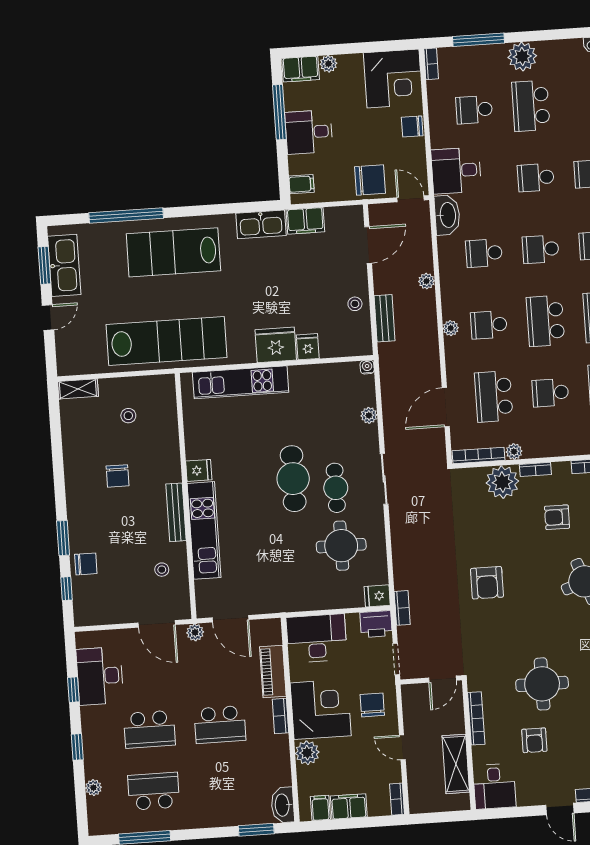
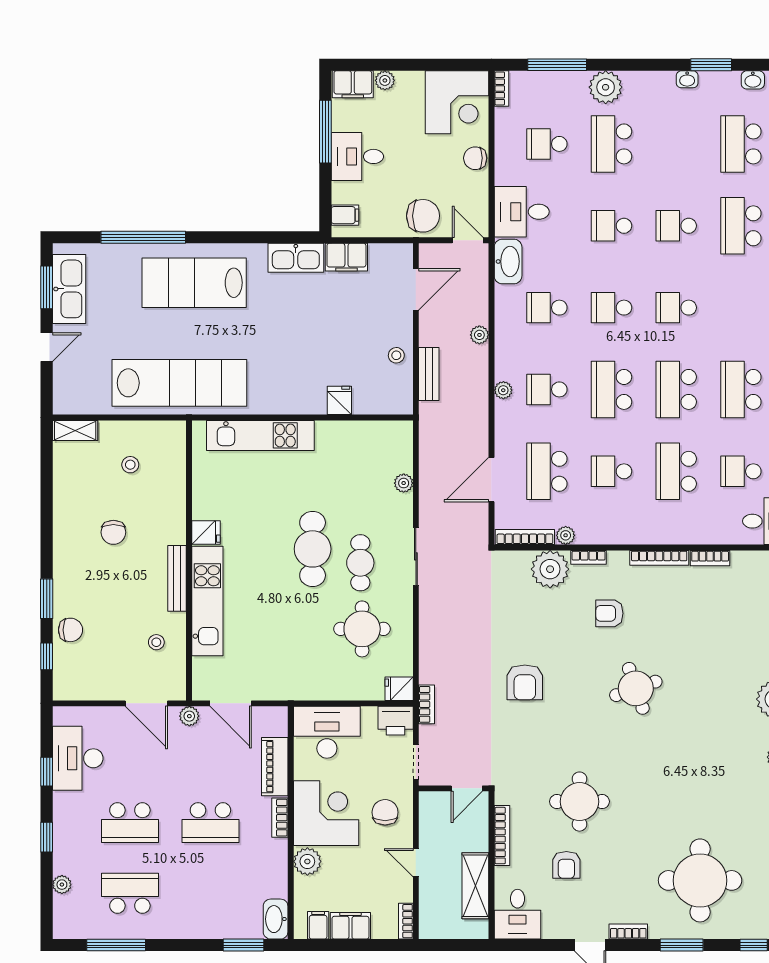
fridge: (276, 345) -> (303, 396), removed
water cooler: (367, 367) -> (405, 428), removed

